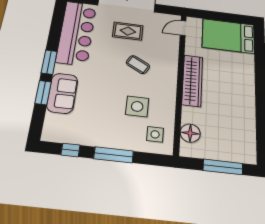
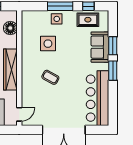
rug: (128, 31) -> (88, 20), moved
side table: (155, 134) -> (57, 19), moved

